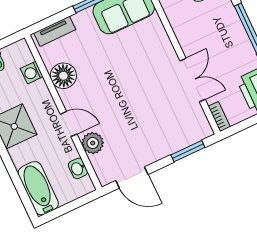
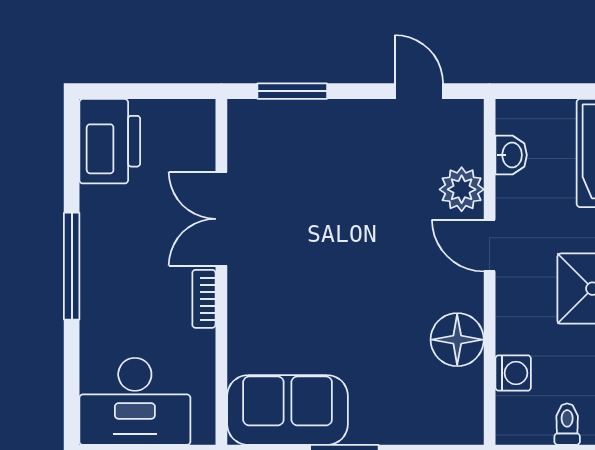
tv unit: (55, 31) -> (434, 429), removed
bookcase: (219, 117) -> (204, 299), moved
door: (132, 177) -> (419, 91), width x0.73

